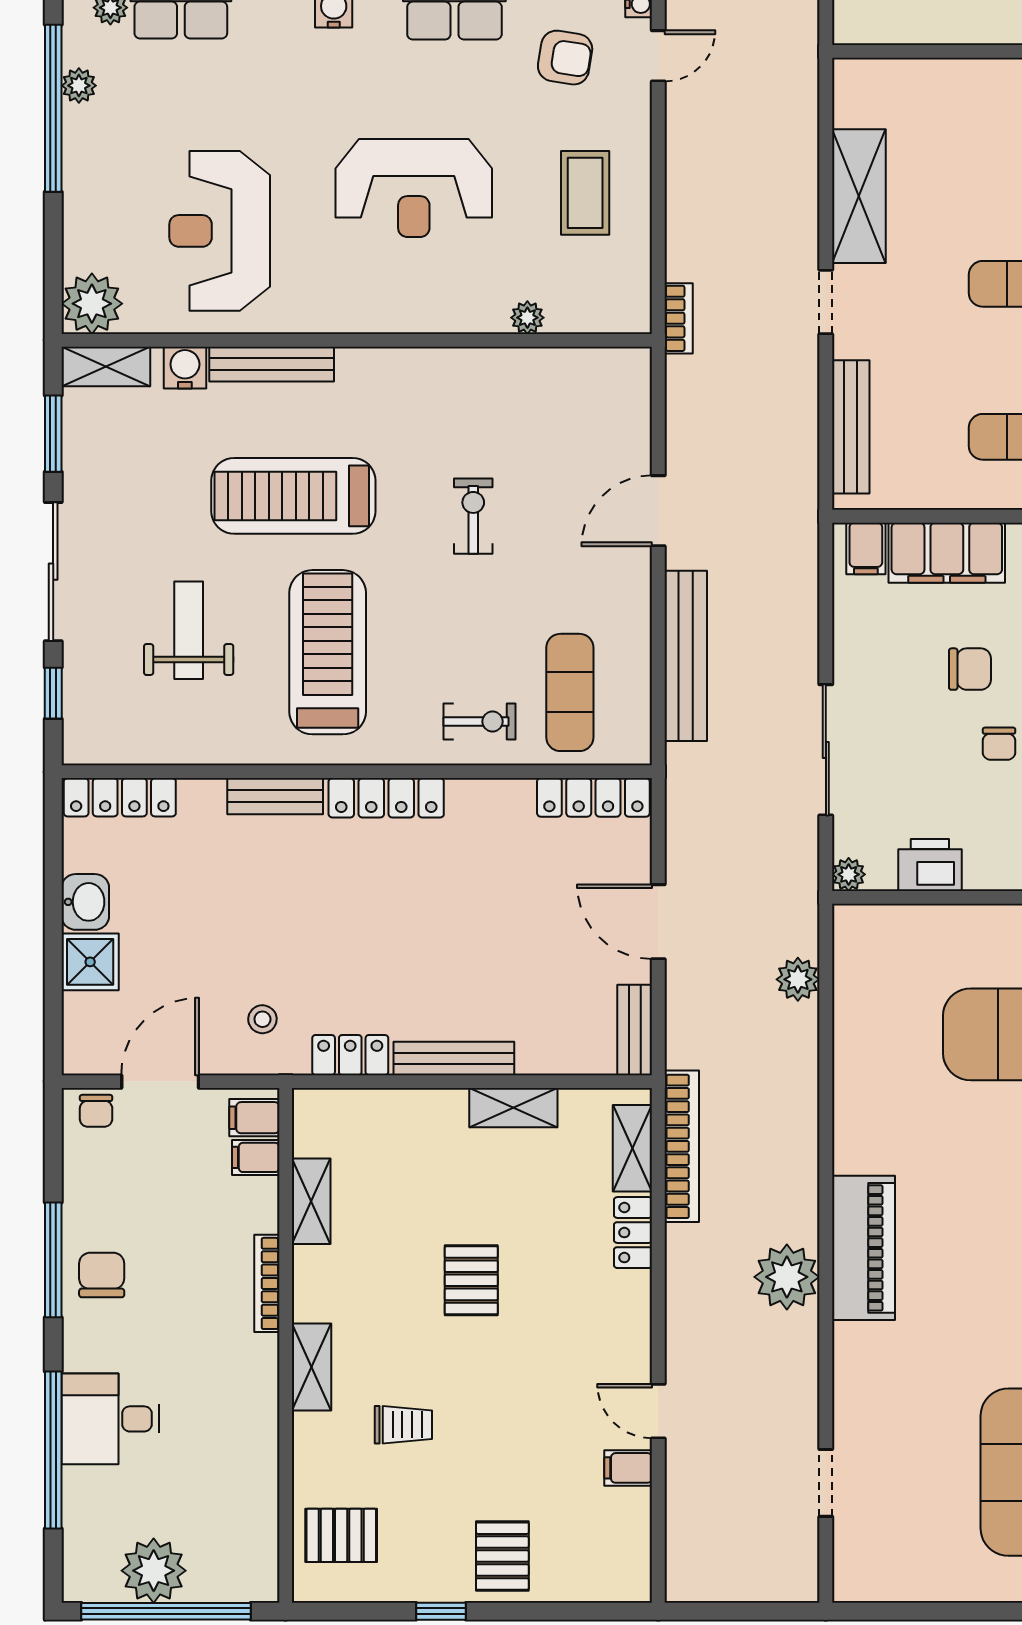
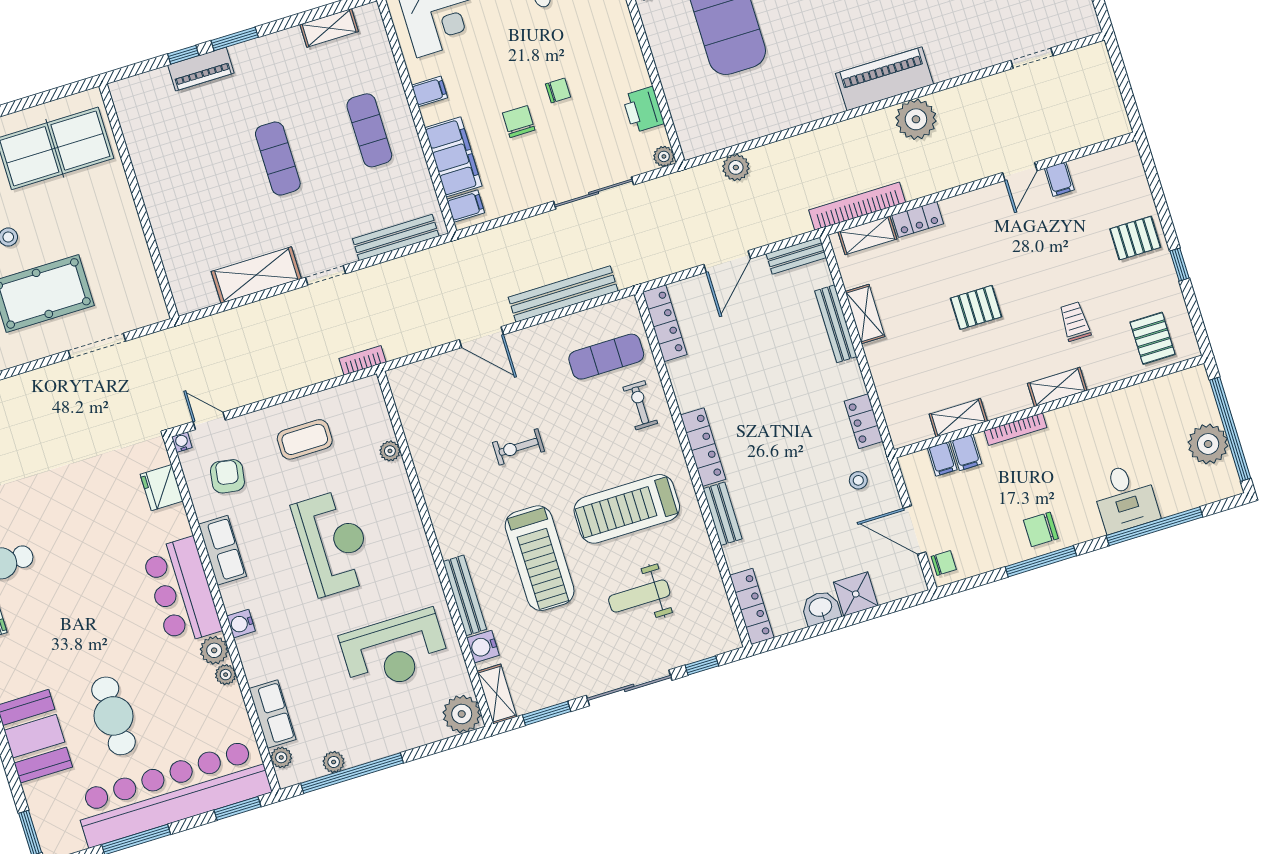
bench: (454, 1058) -> (836, 324), moved
filing cabinet: (254, 1118) -> (966, 452), moved

